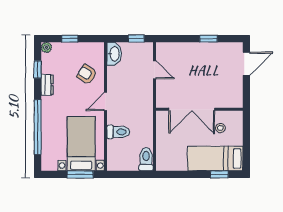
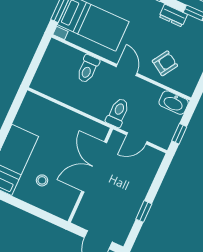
double door: (192, 109) -> (94, 167), moved
wall: (199, 109) -> (90, 175), moved
toilet: (146, 159) -> (118, 113), moved, turned -90

